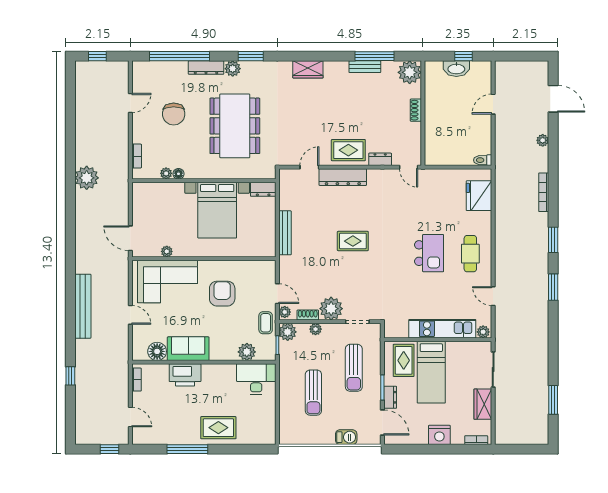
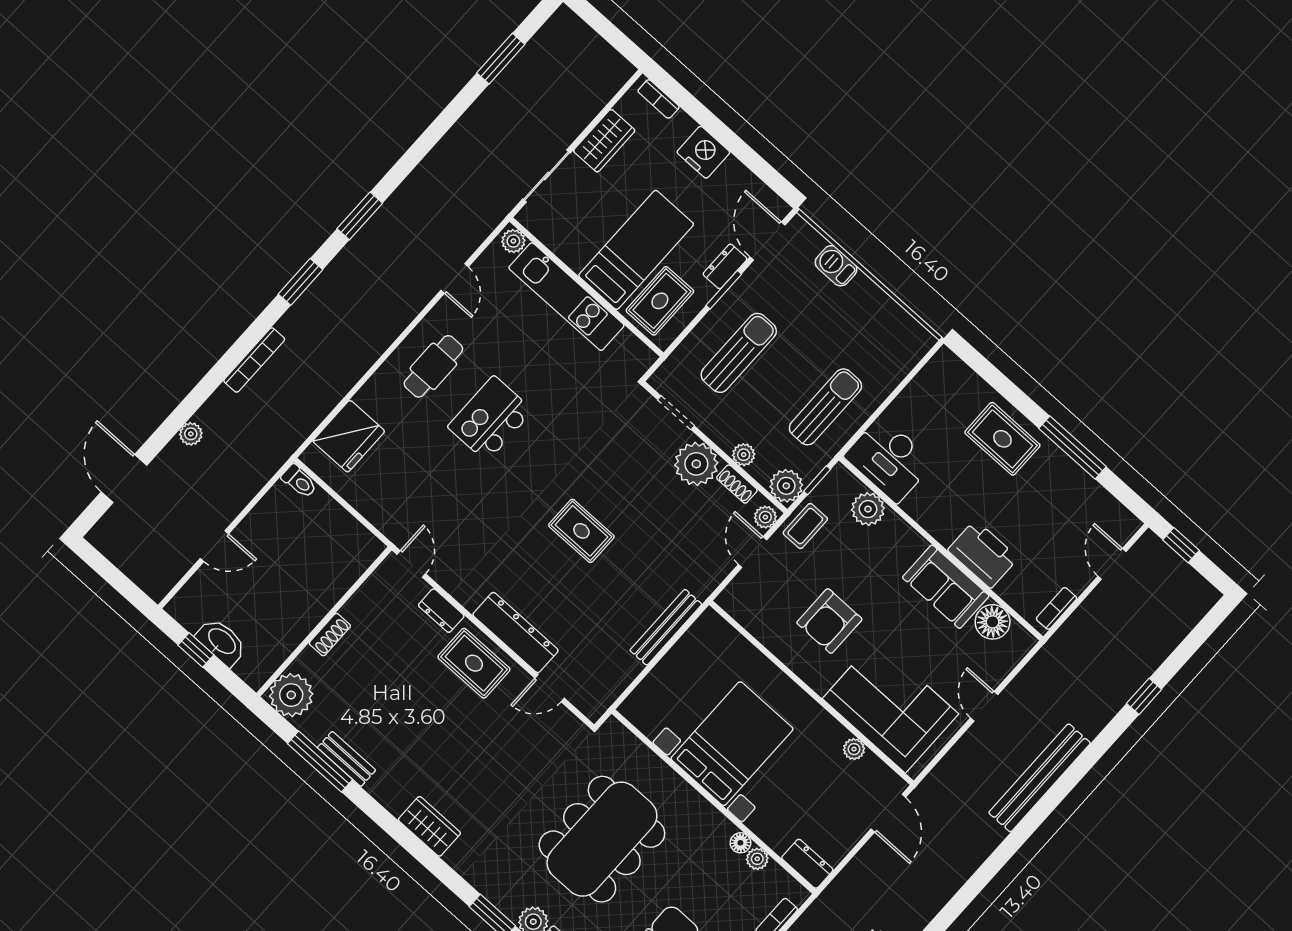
dresser: (263, 189) -> (807, 864), moved
sun lounger: (313, 393) -> (825, 407), moved

